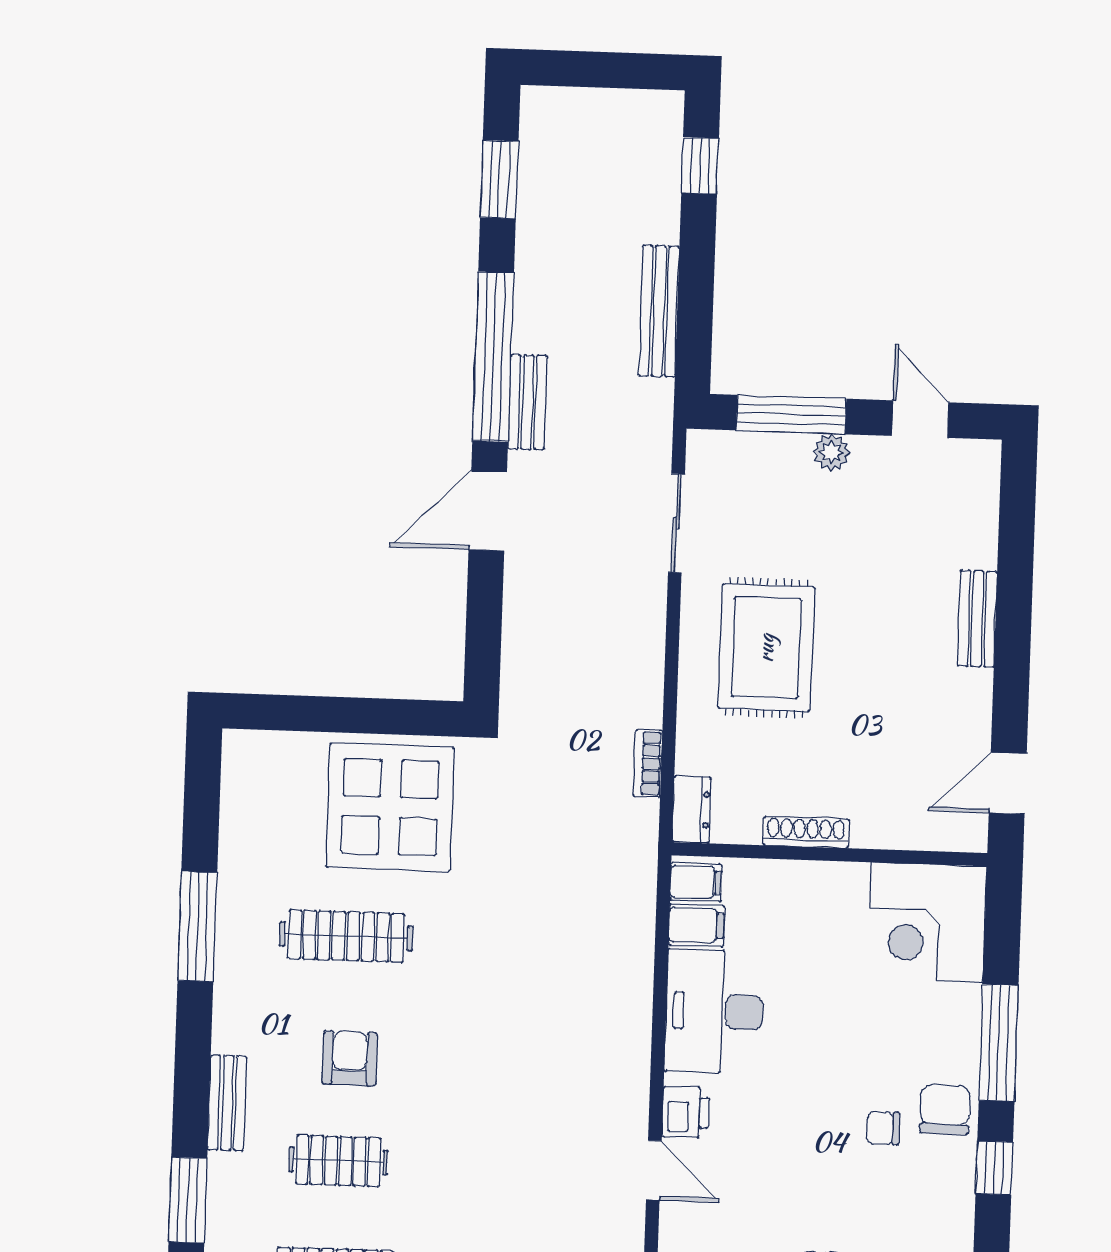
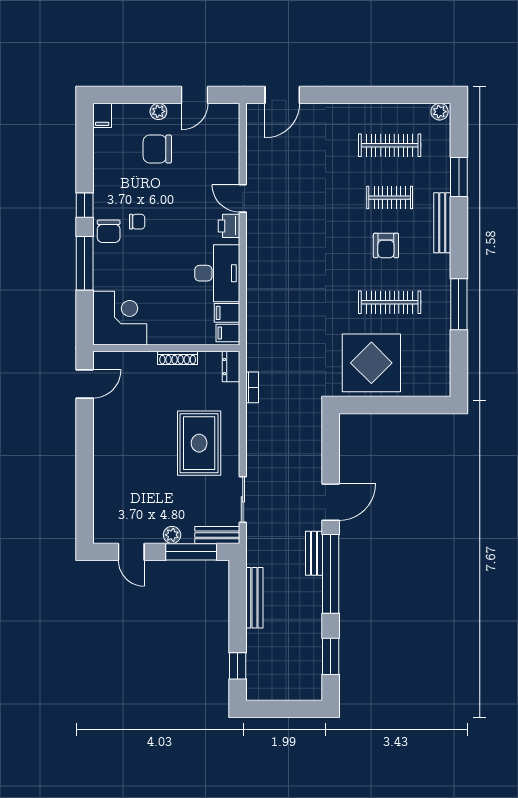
bench: (977, 619) -> (217, 535), moved, turned 90
bench: (227, 1103) -> (442, 223), width x1.36

